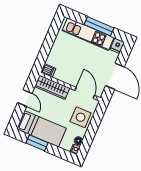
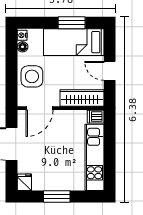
window: (99, 26) -> (57, 197), width x0.69
kitchen unit: (88, 34) -> (94, 157), moved, turned -90
door: (85, 93) -> (39, 108), hinge flipped

